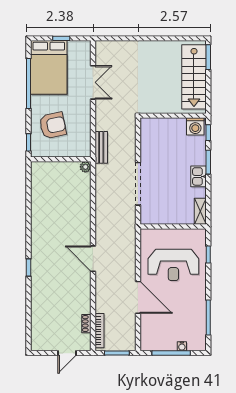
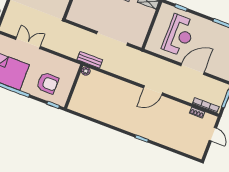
armchair: (53, 125) -> (48, 83), turned 102
bench: (101, 147) -> (90, 60), moved

